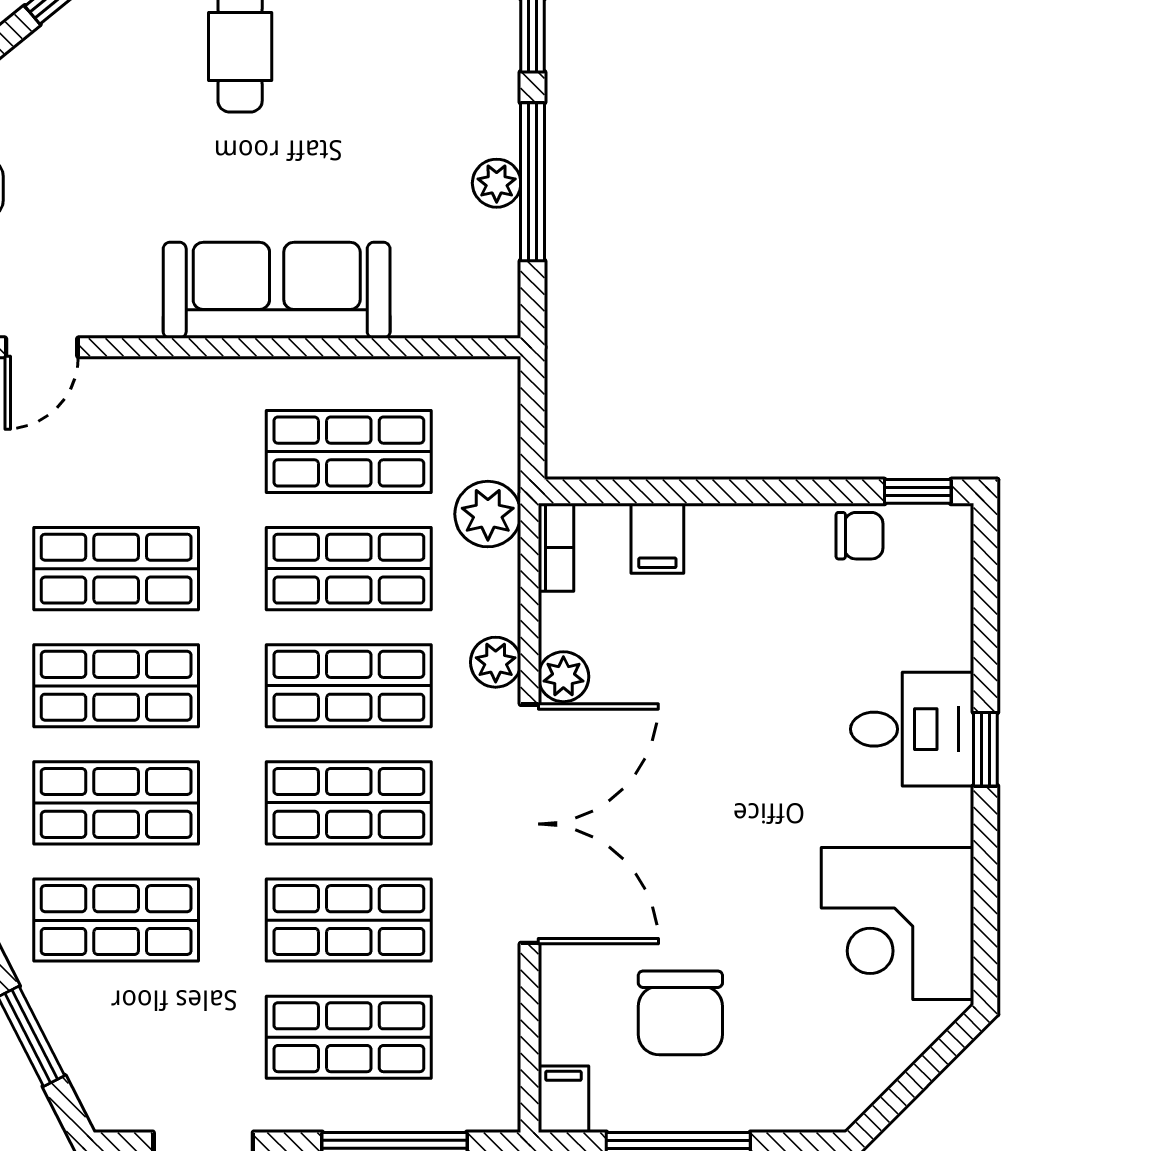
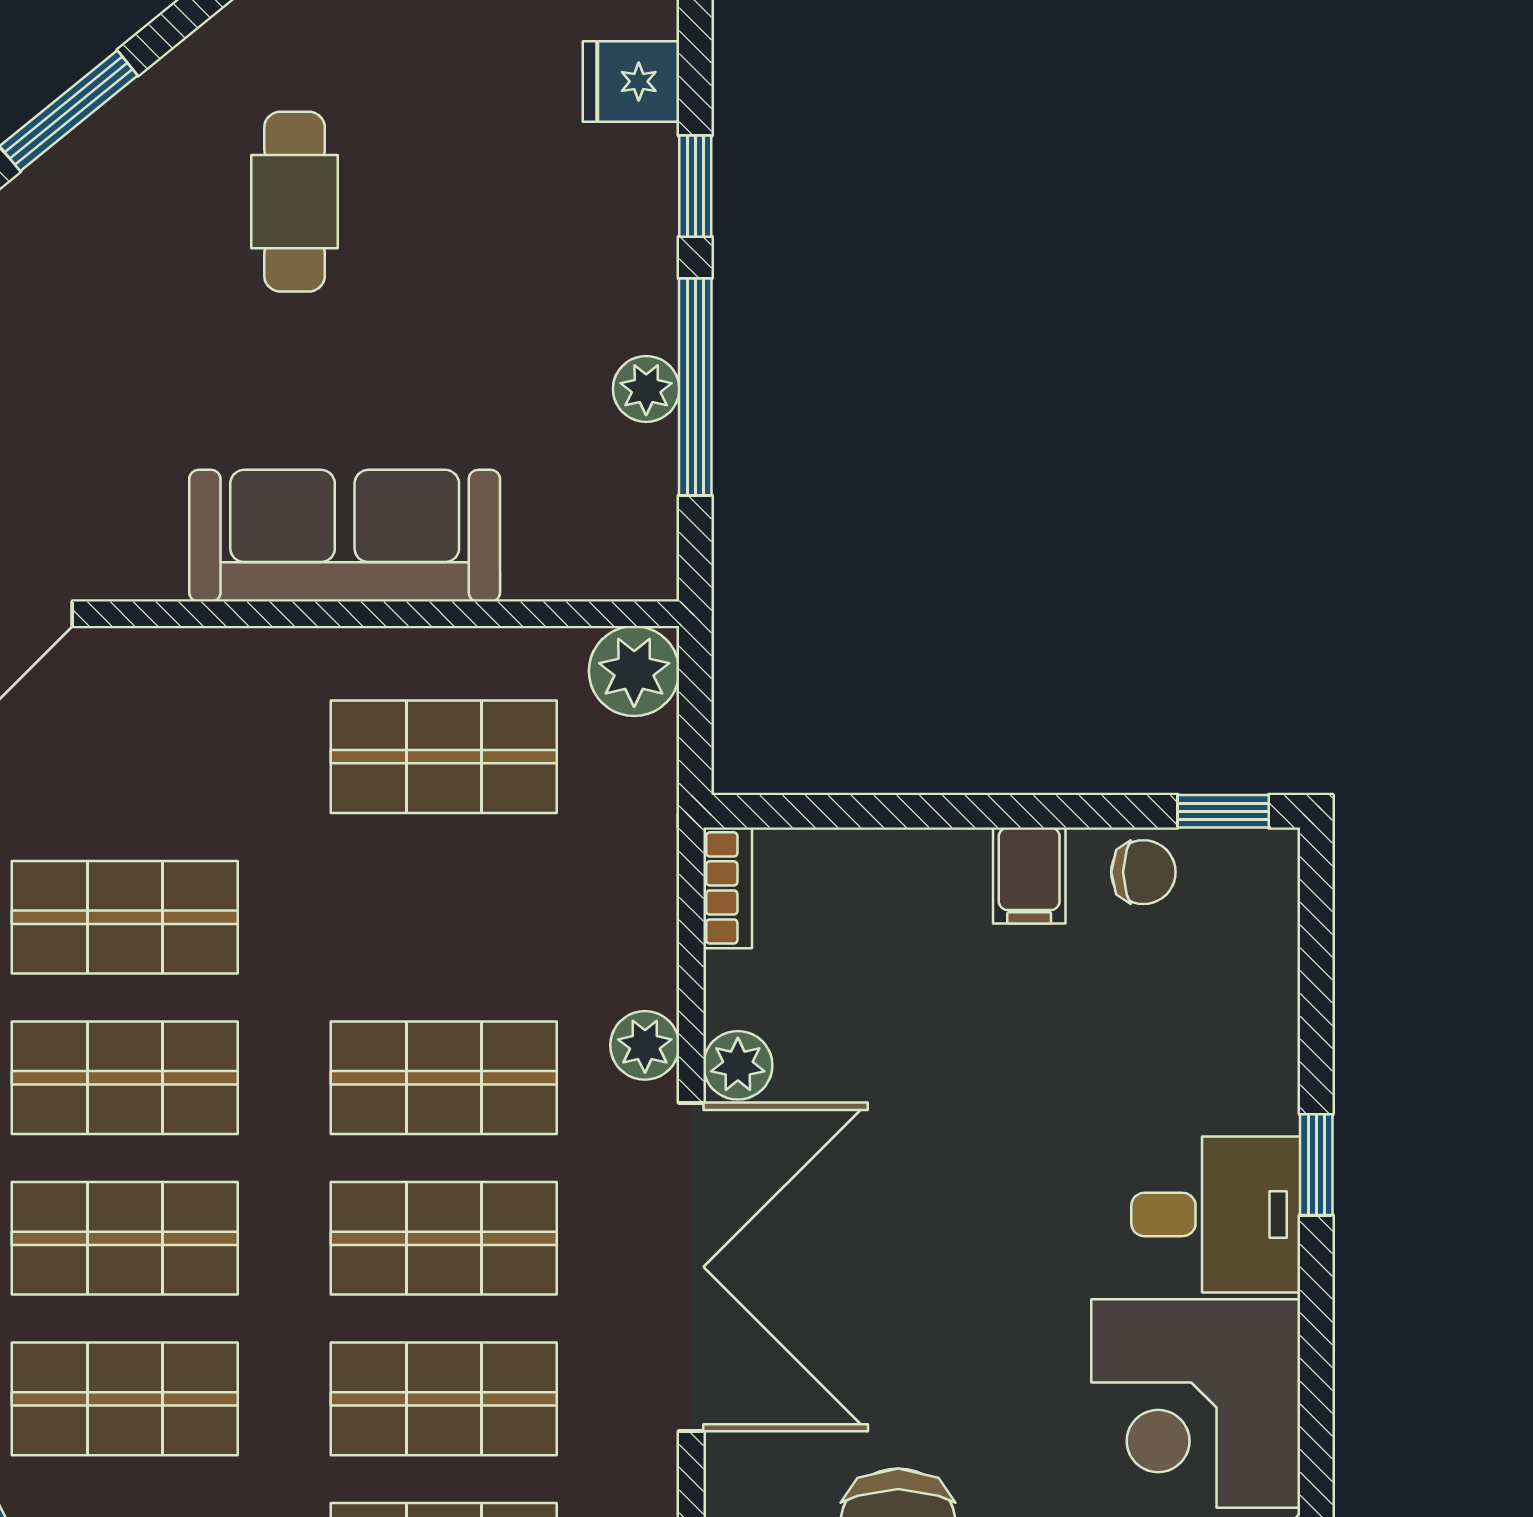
plant: (488, 514) -> (634, 671), moved
filing cabinet: (657, 538) -> (1029, 876), moved
shop shelf: (349, 569) -> (444, 917), removed
desk: (912, 729) -> (1216, 1214), moved

